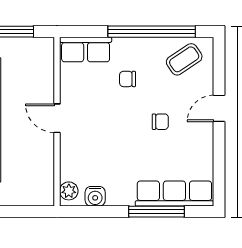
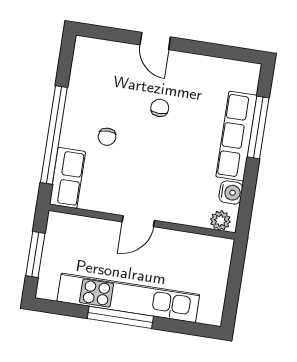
window: (152, 32) -> (54, 135), moved
coffee table: (184, 59) -> (95, 71), removed
row of seats: (174, 194) -> (236, 136), moved

